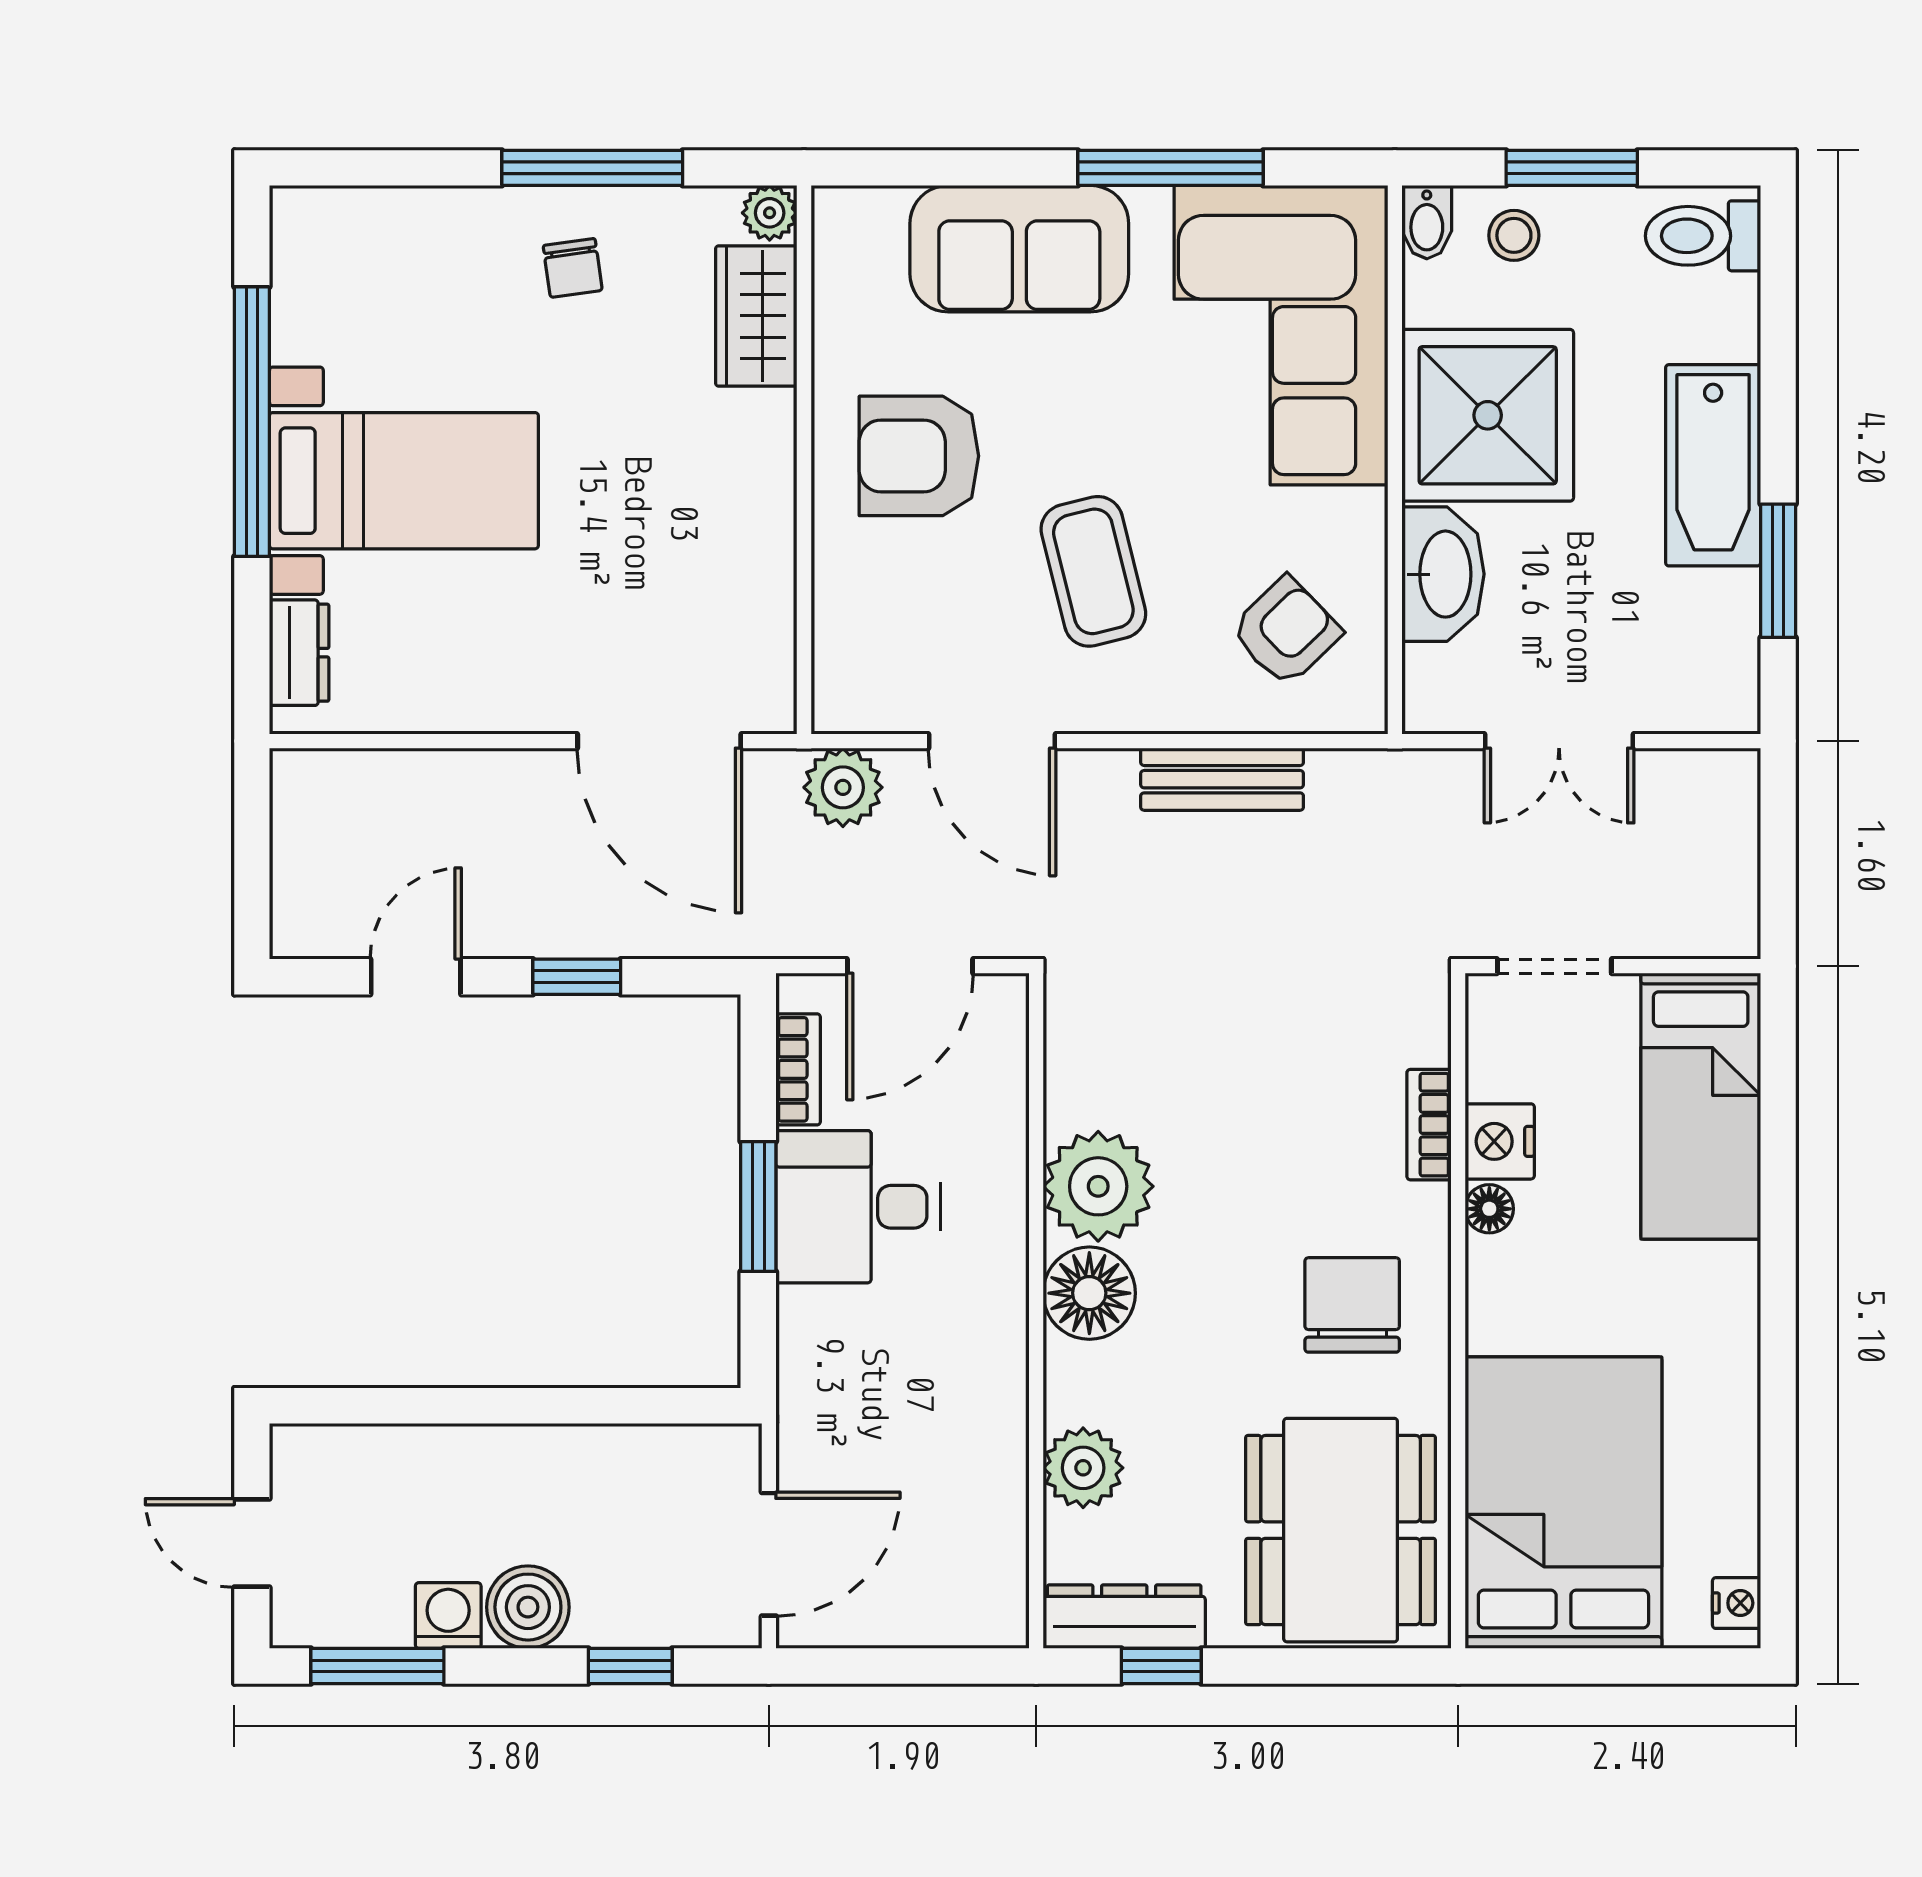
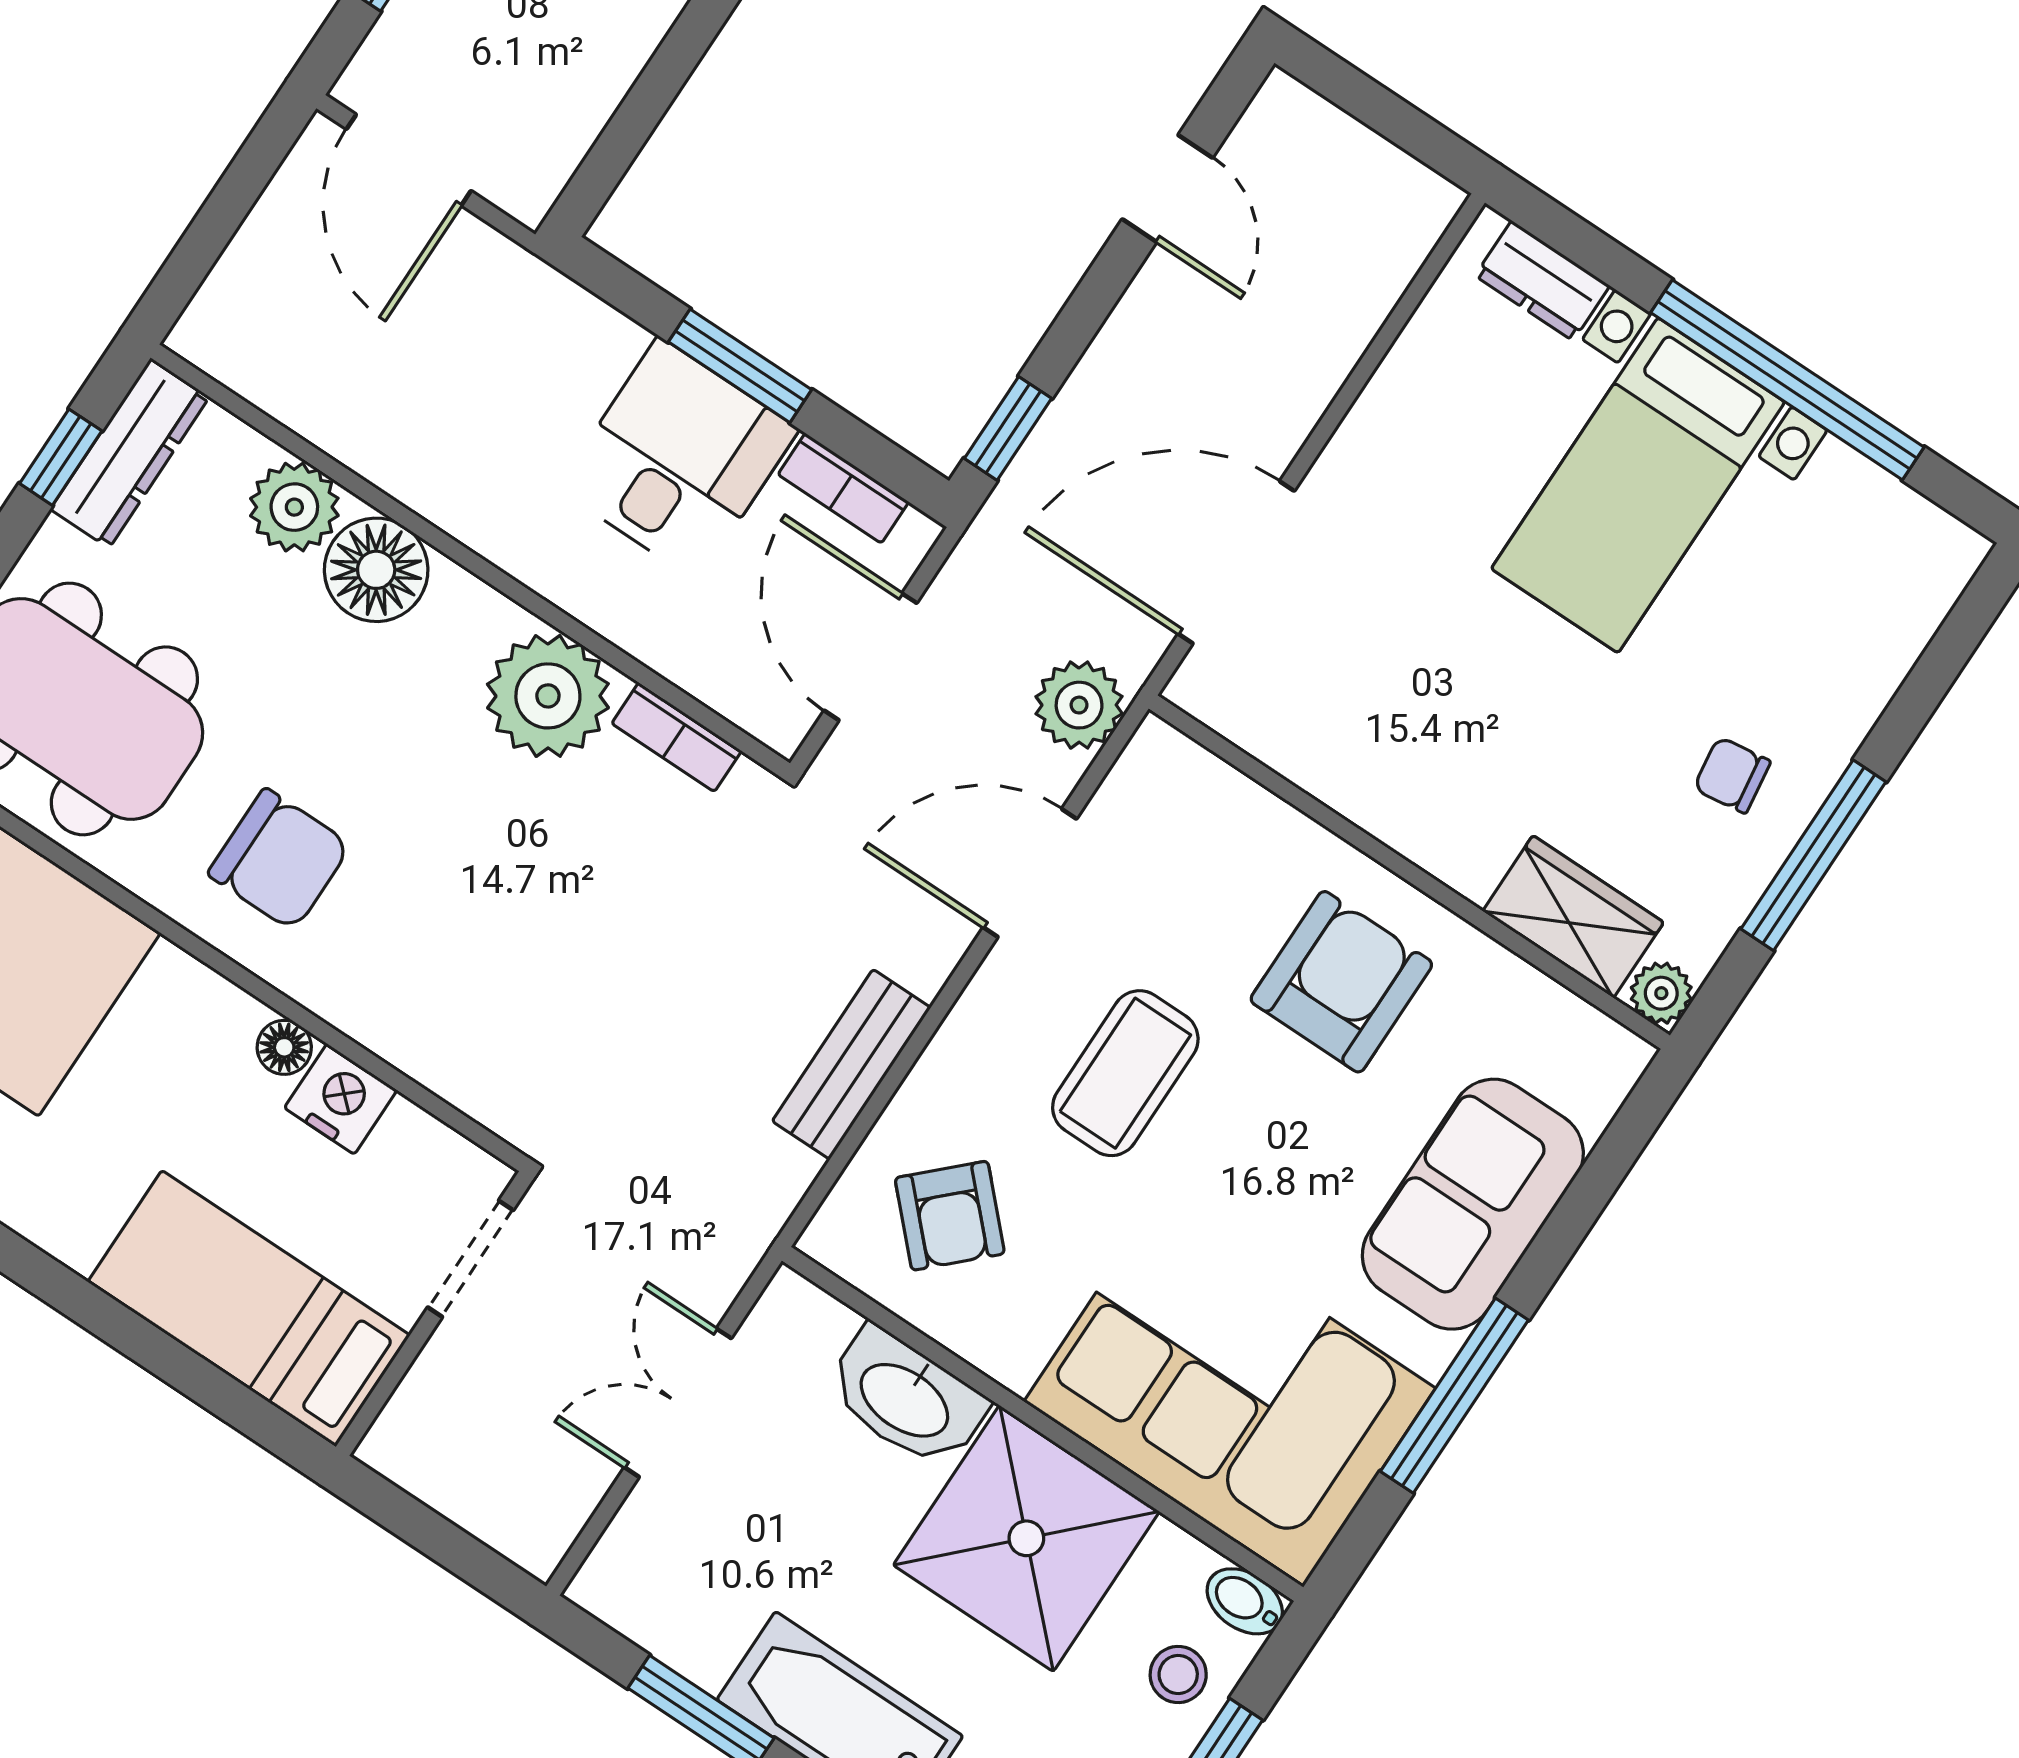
coffee table: (1093, 571) -> (1125, 1073), turned -76
window: (577, 977) -> (1008, 428), moved
bookcase: (1429, 1125) -> (677, 737), moved, turned 180
floor lamp: (1089, 1293) -> (376, 570), moved

